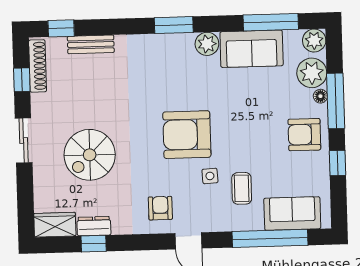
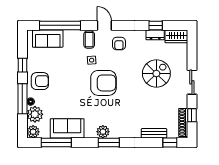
plant: (207, 44) -> (103, 132), moved
coffee table: (242, 188) -> (89, 40), moved

